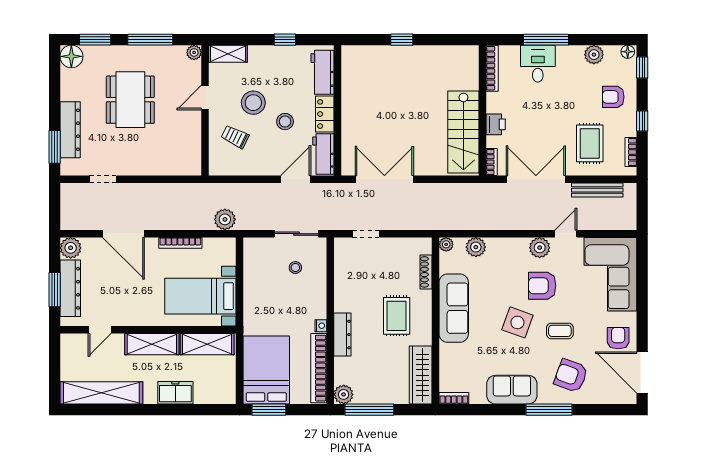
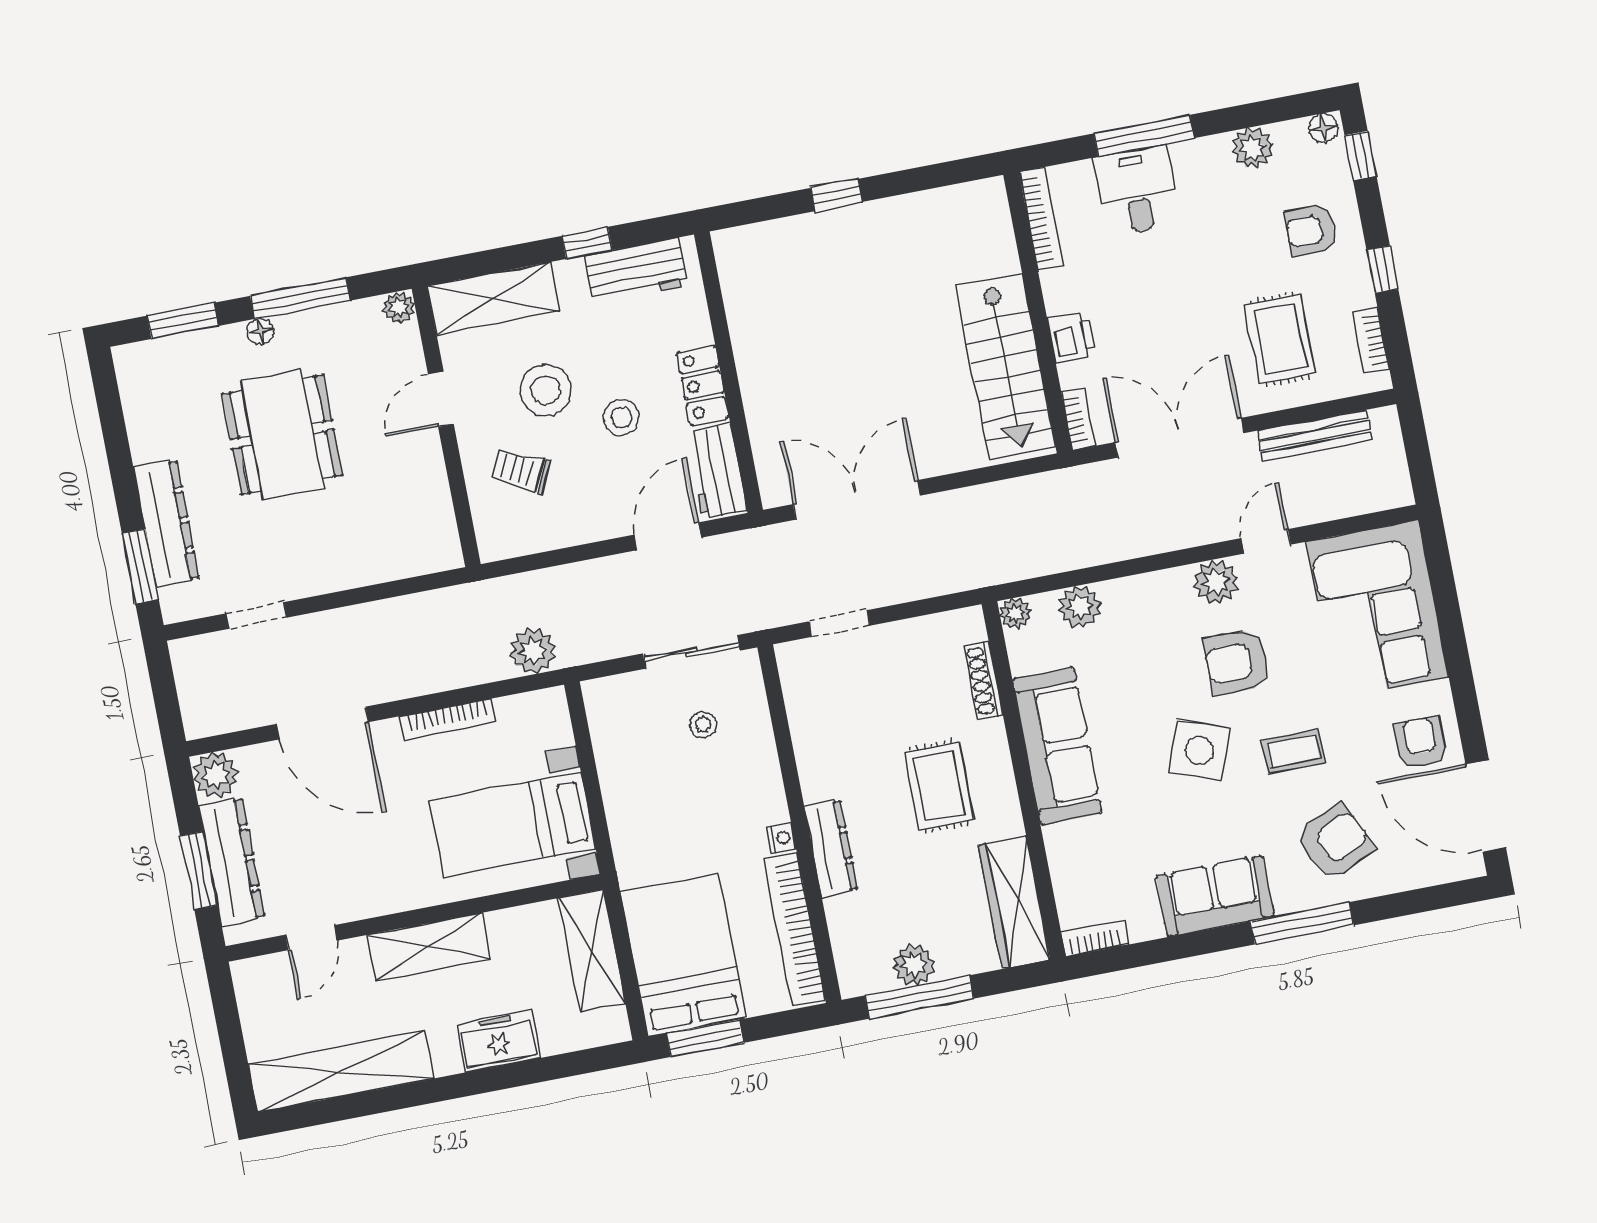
shelving: (228, 54) -> (493, 299), width x1.50, depth x1.33
floor lamp: (71, 56) -> (260, 331), moved, width x0.53, depth x0.53
workbench: (322, 72) -> (636, 271), moved, turned -90
shelving: (207, 344) -> (592, 951), moved, turned 90
armchair: (571, 376) -> (1335, 842), turned 135
plant: (344, 394) -> (914, 965), moved

